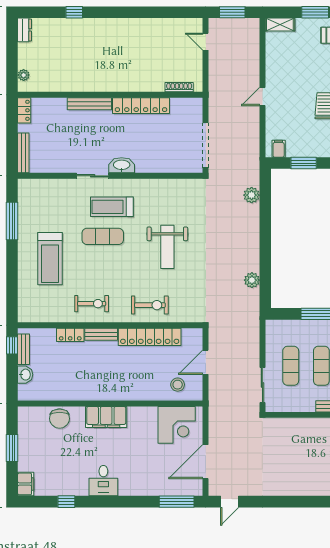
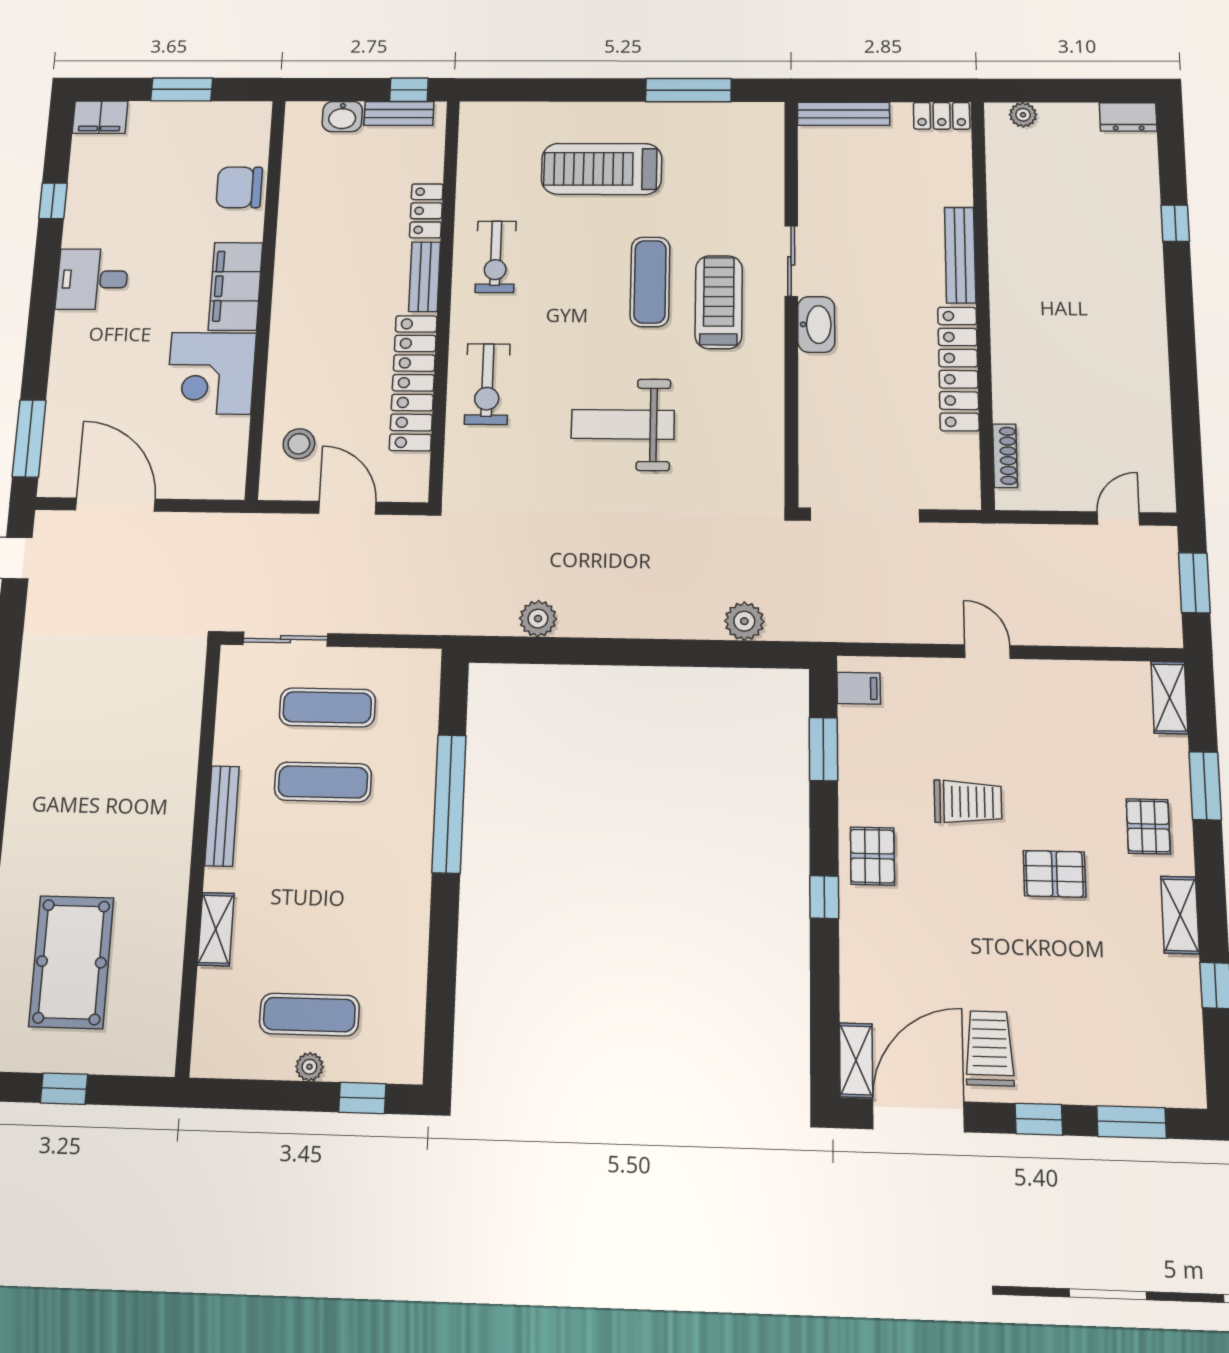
corner desk: (177, 425) -> (211, 373), moved

